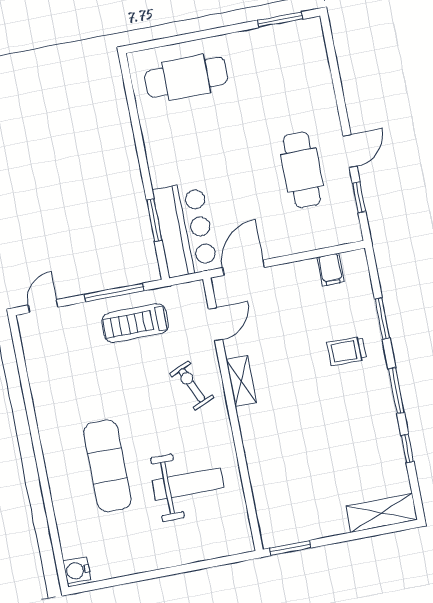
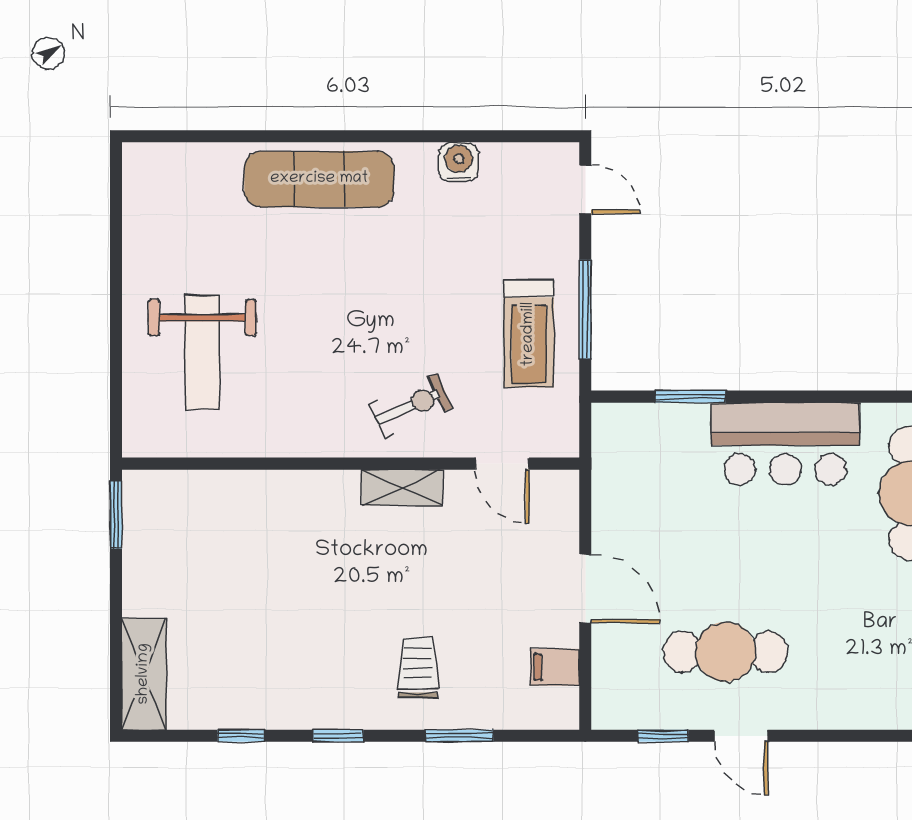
bar counter: (185, 229) -> (785, 444), moved
door: (244, 268) -> (585, 588), moved
treadmill: (135, 323) -> (529, 334), turned 180
window: (396, 391) -> (338, 736), width x0.67
exercise mat: (107, 466) -> (319, 179), moved
weight bench: (188, 484) -> (202, 352), moved
water cooler: (77, 570) -> (459, 162), moved

